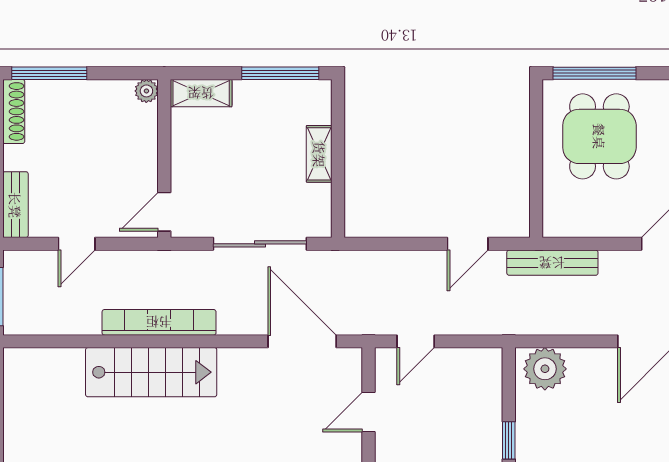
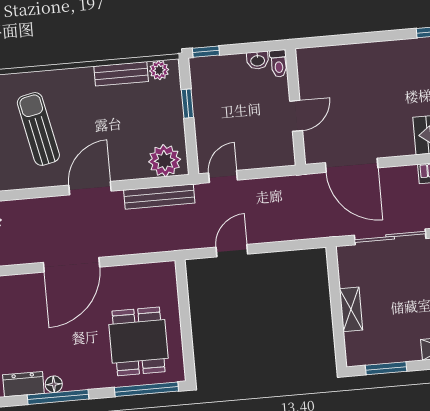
window: (280, 73) -> (386, 368), width x0.69
bench: (552, 263) -> (159, 197), moved
door: (416, 341) -> (223, 177), moved

